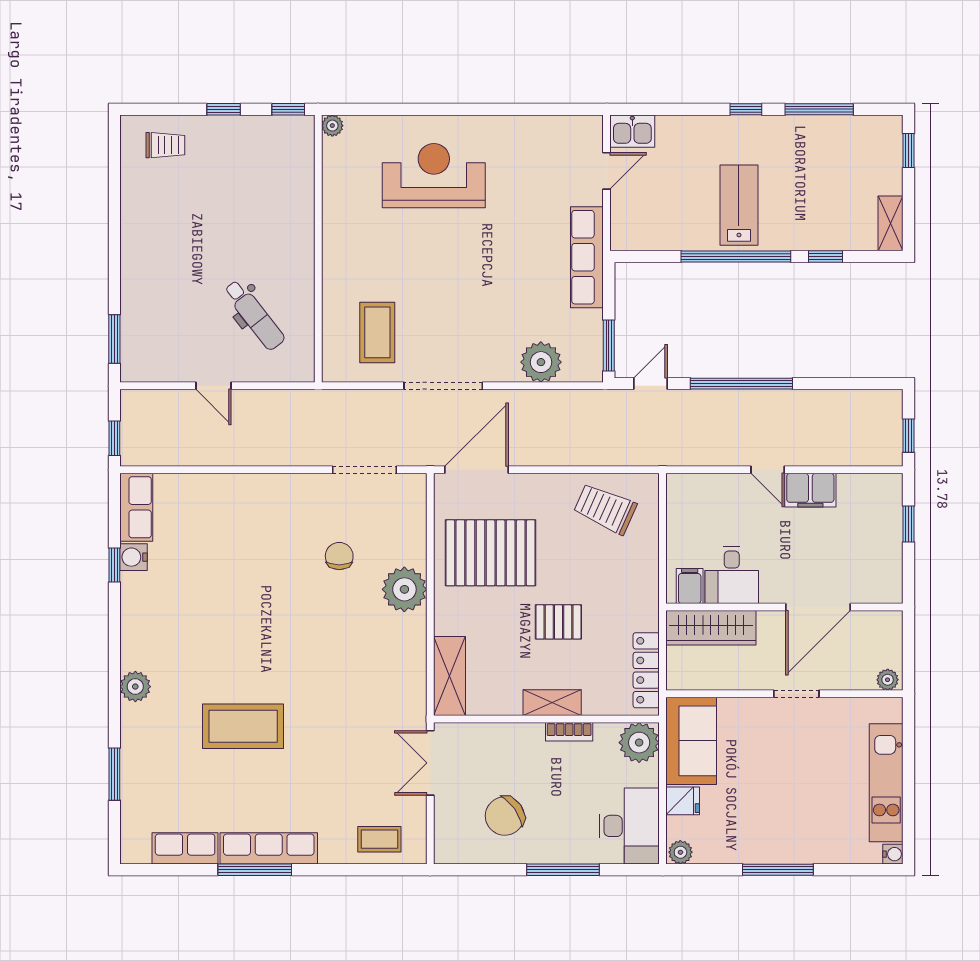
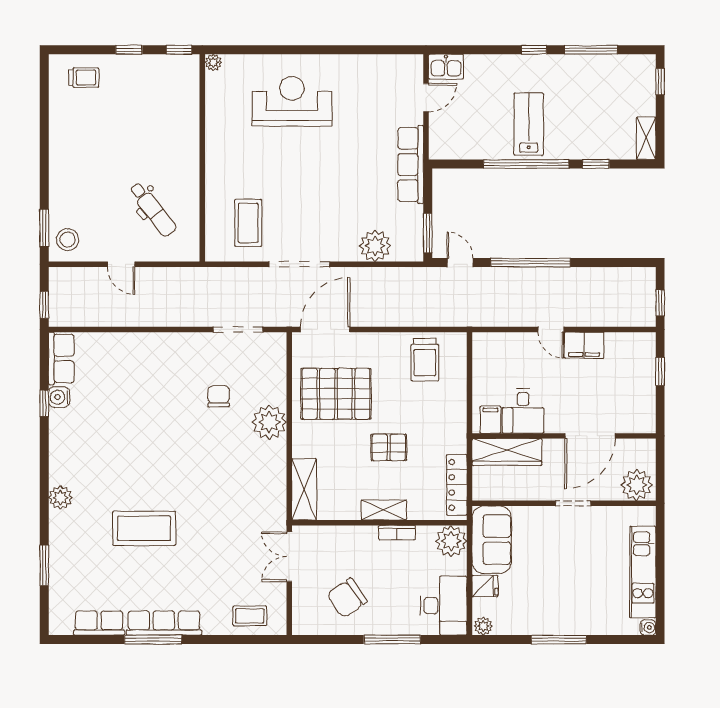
stool: (145, 354) -> (68, 240), added
door: (651, 384) -> (460, 263), hinge flipped
trolley: (605, 509) -> (425, 360), turned -114
plant: (888, 680) -> (637, 485), width x1.88, depth x1.88

